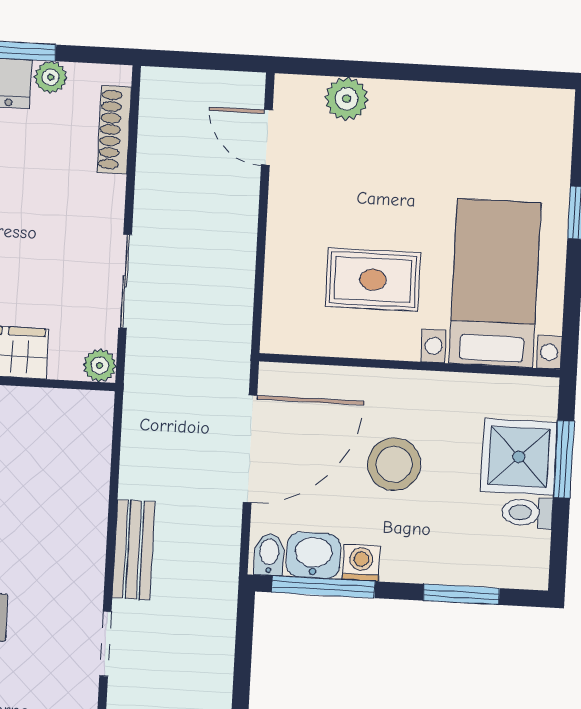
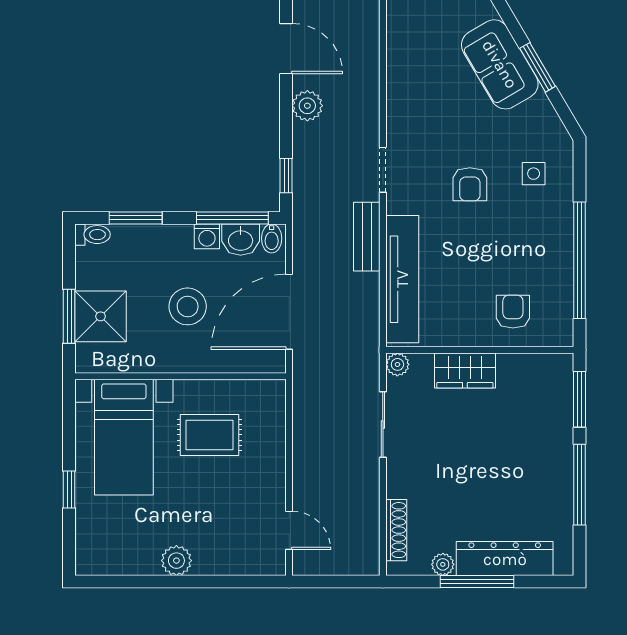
plant: (347, 99) -> (176, 561), moved
tv unit: (86, 487) -> (402, 279), added
toilet: (527, 513) -> (93, 235), moved
window: (244, 643) -> (286, 176), added

